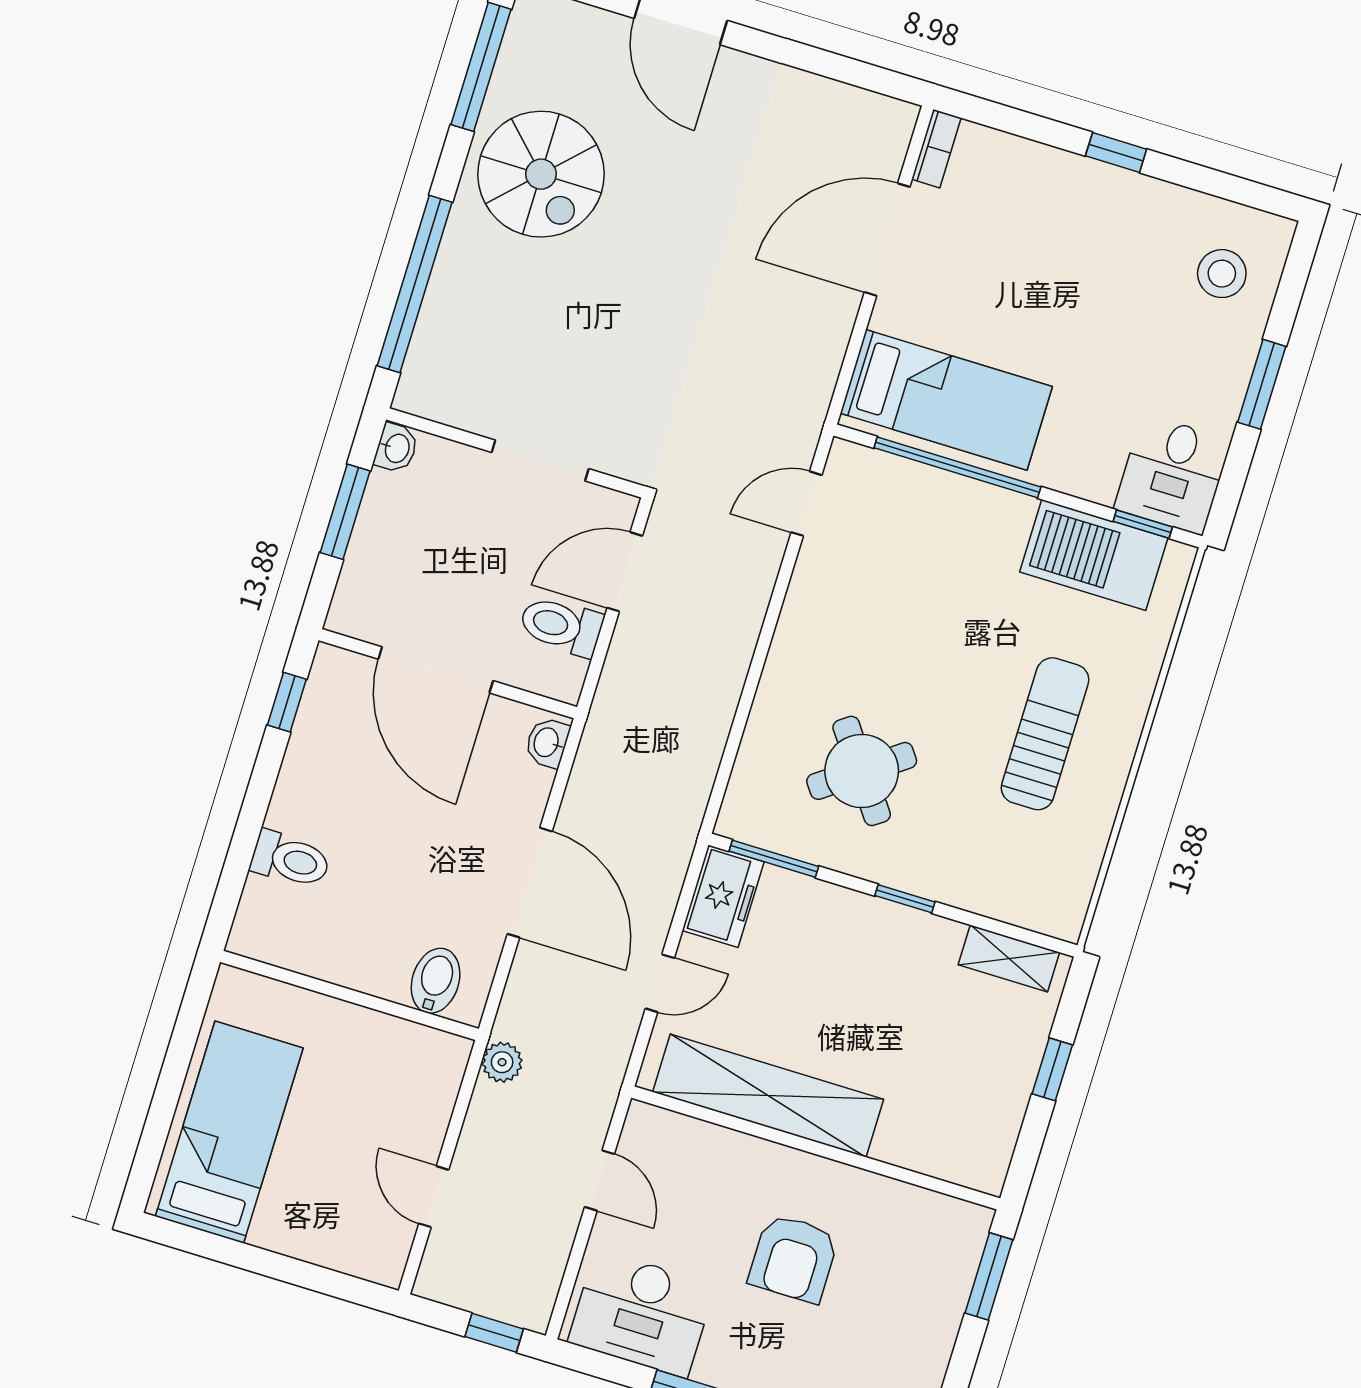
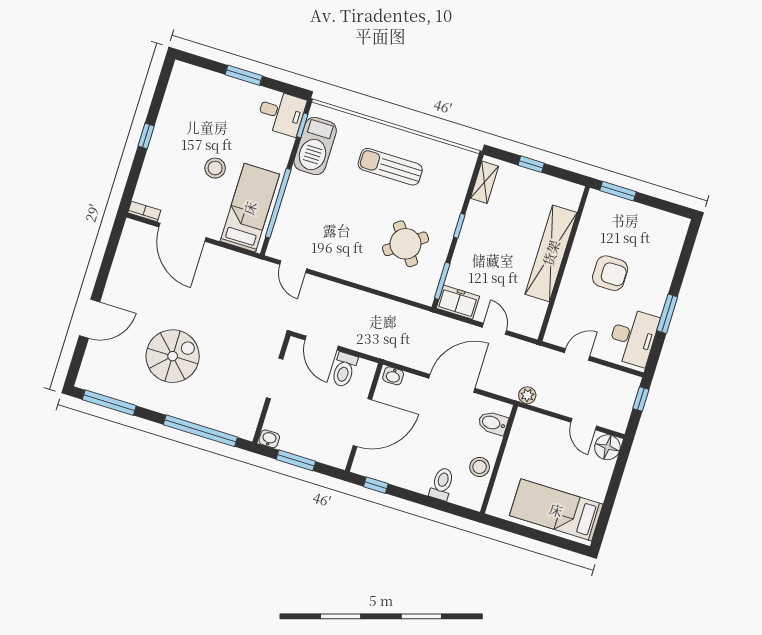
spiral stairs: (541, 174) -> (173, 356), moved
stool: (1222, 274) -> (215, 168), moved
stool: (331, 949) -> (480, 467), added
shelving: (768, 1096) -> (551, 253), moved
door: (434, 1197) -> (584, 424), hinge flipped
floor lamp: (379, 1253) -> (607, 447), added

